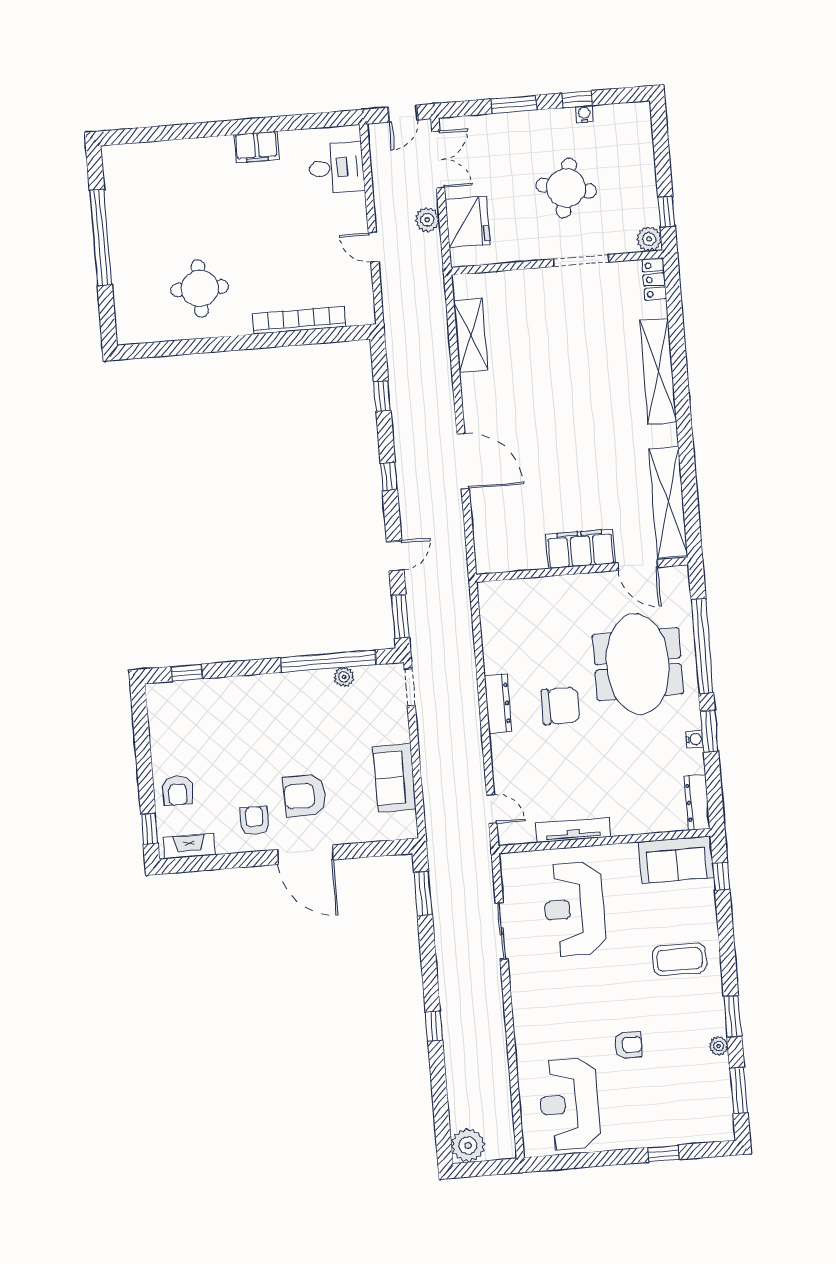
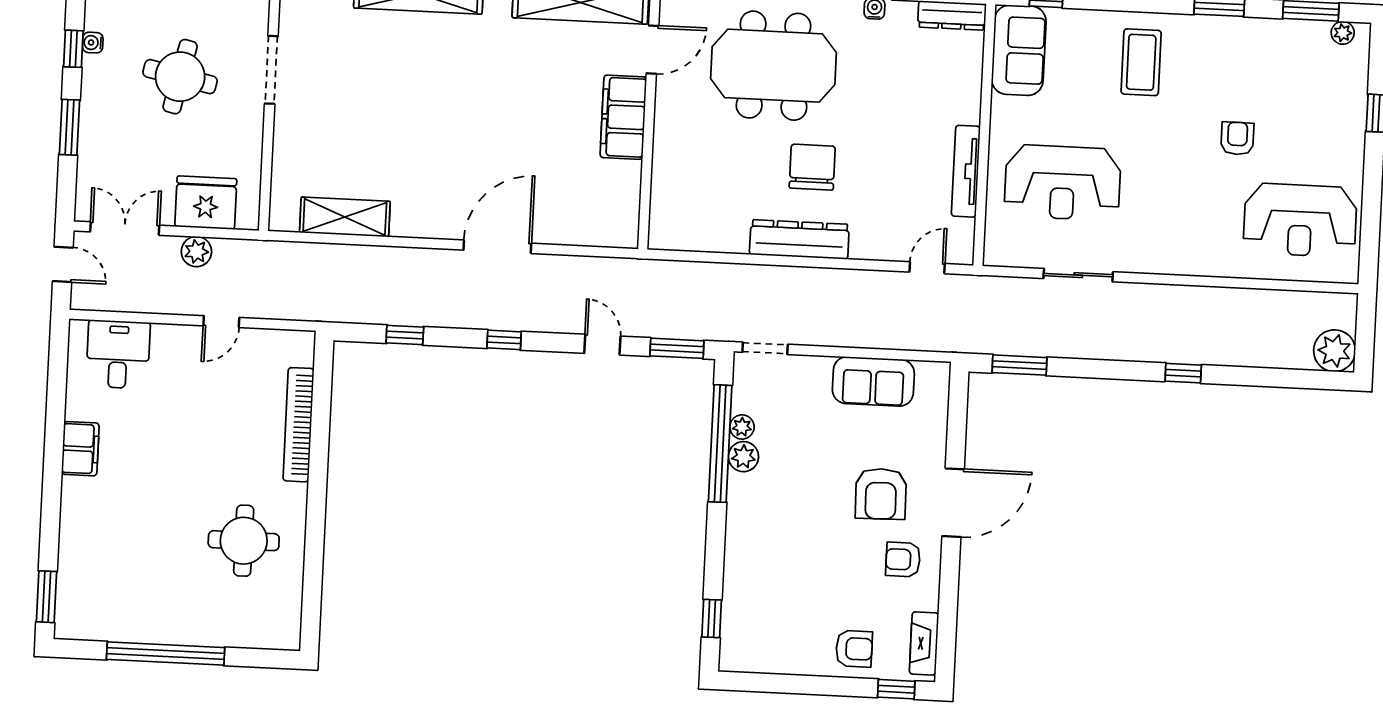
window: (134, 136) -> (47, 597), added
plant: (320, 681) -> (743, 457), added
dresser: (498, 704) -> (799, 239), width x1.37, depth x1.24
plant: (719, 1046) -> (1343, 33), moved

